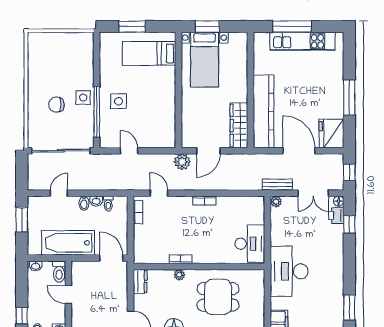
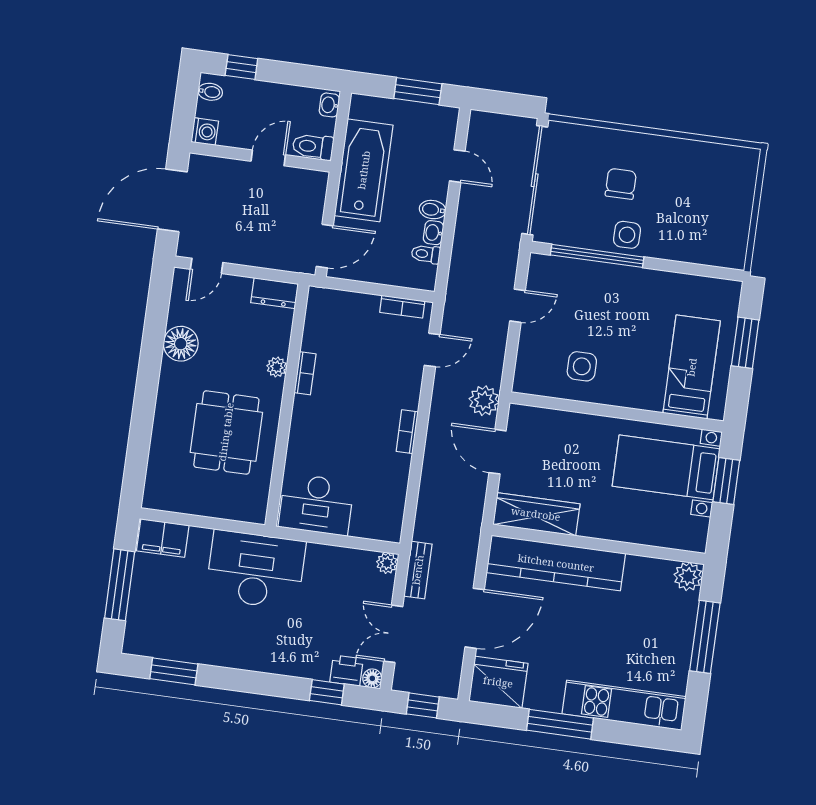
plant: (261, 40) -> (688, 576), added
kitchen unit: (302, 41) -> (624, 705), moved, turned 90
side table: (119, 101) -> (582, 366), moved

